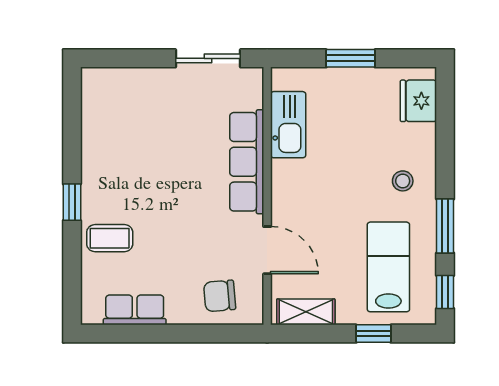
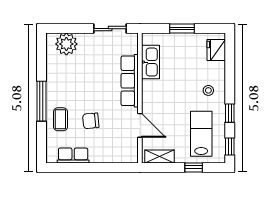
plant: (121, 89) -> (66, 44), added
window: (72, 202) -> (41, 101), width x2.17
window: (445, 226) -> (230, 113), width x0.67
coffee table: (110, 238) -> (60, 119), turned 90
chair: (220, 296) -> (91, 121), moved

